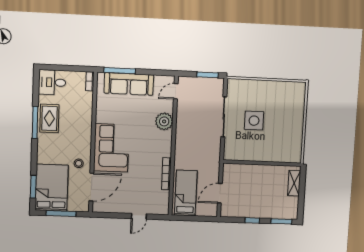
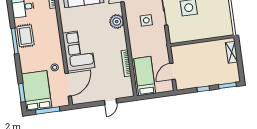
side table: (200, 127) -> (146, 20), added

